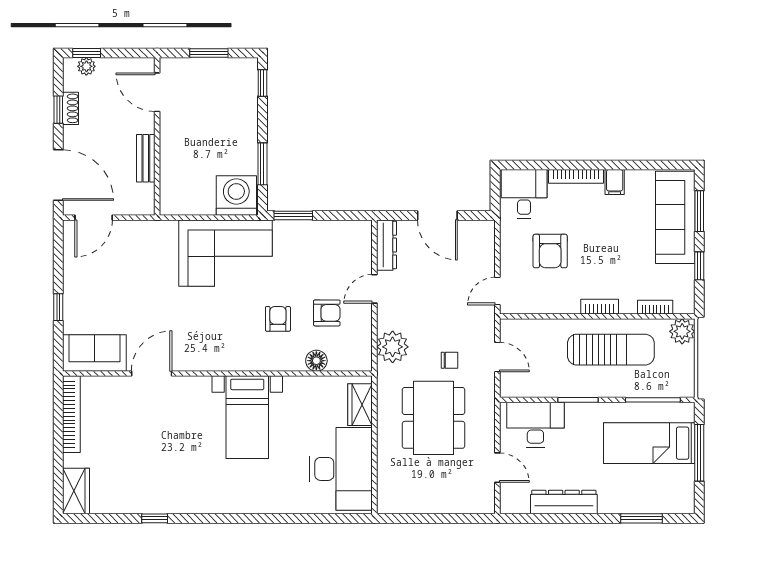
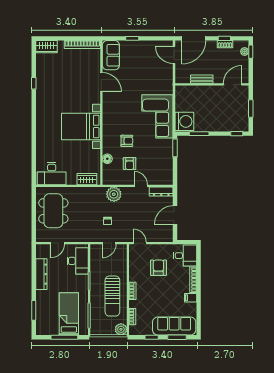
armchair: (550, 251) -> (158, 268), turned 90
bed with nightstands: (247, 417) -> (81, 126), width x1.36
dining table: (434, 418) -> (53, 211), moved, turned 90
desk: (341, 469) -> (52, 174), width x0.73, depth x0.77

